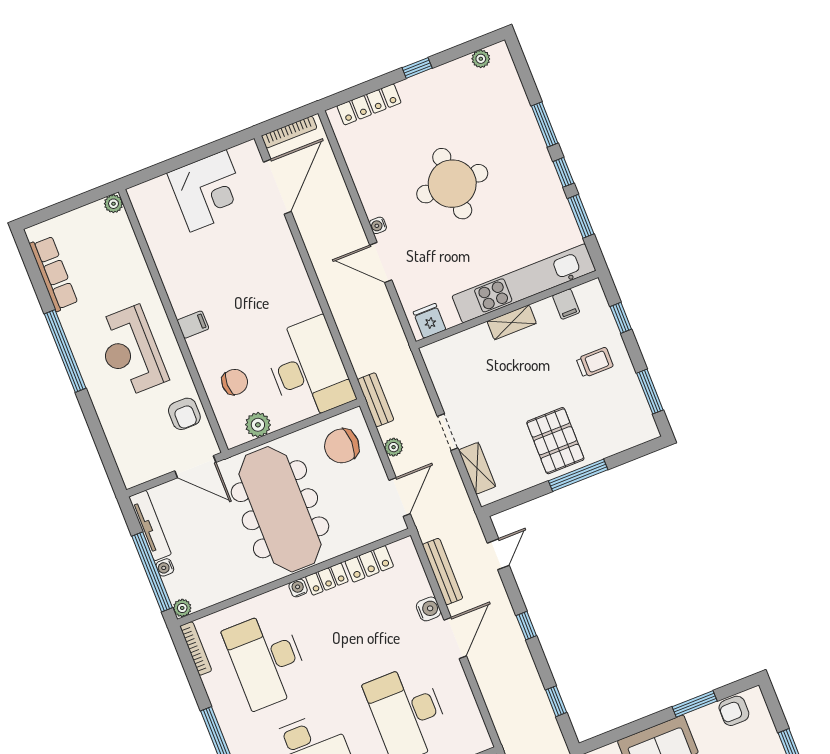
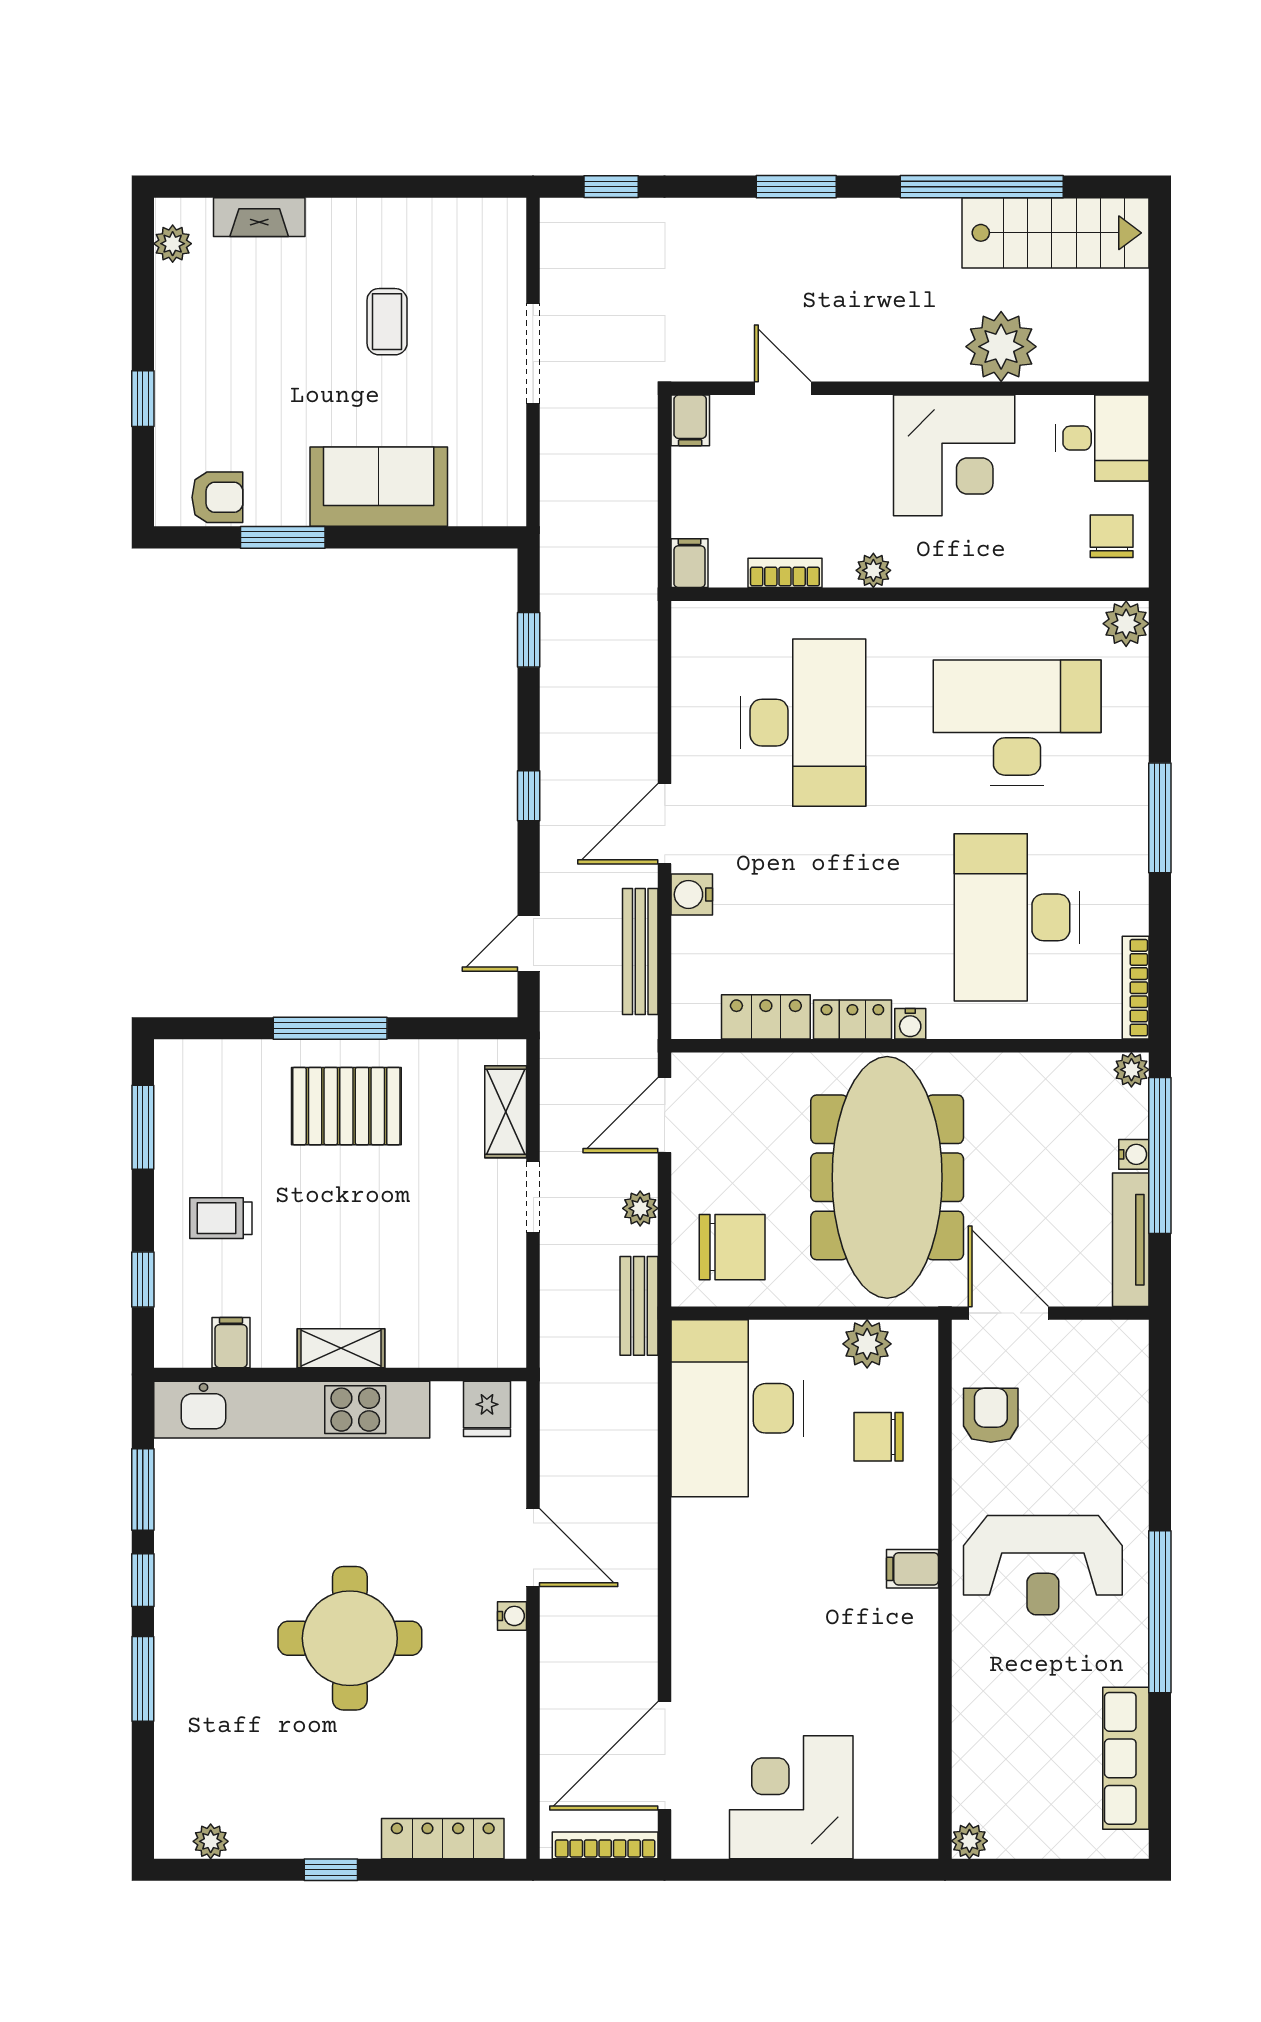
reception desk: (131, 351) -> (1043, 1565), turned 90
pallet: (555, 441) -> (346, 1106), turned 90
desk: (267, 660) -> (1017, 917), turned 180

